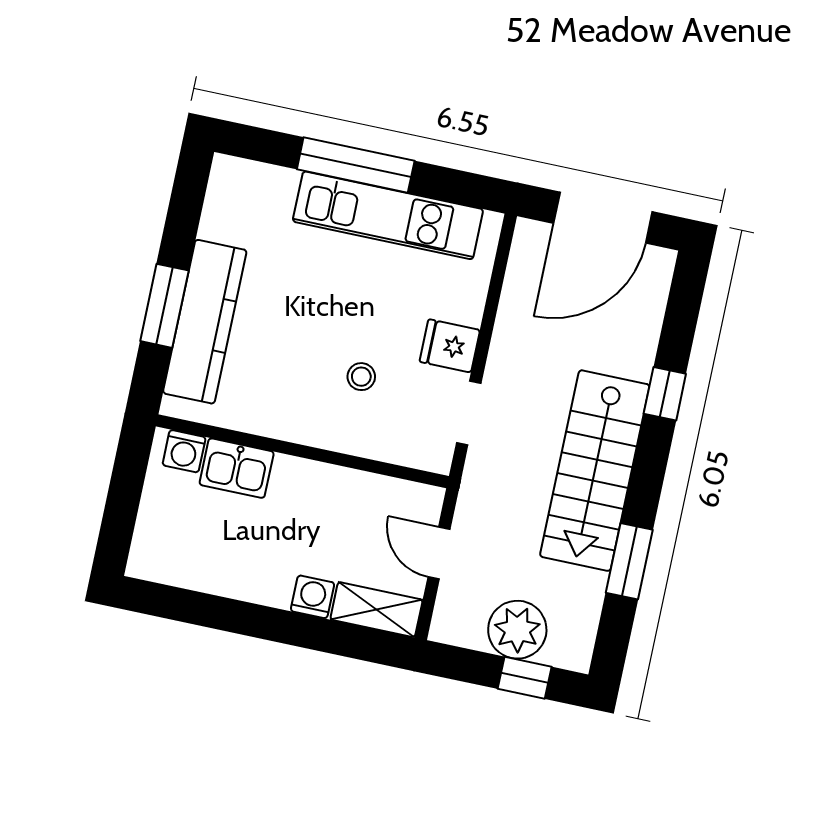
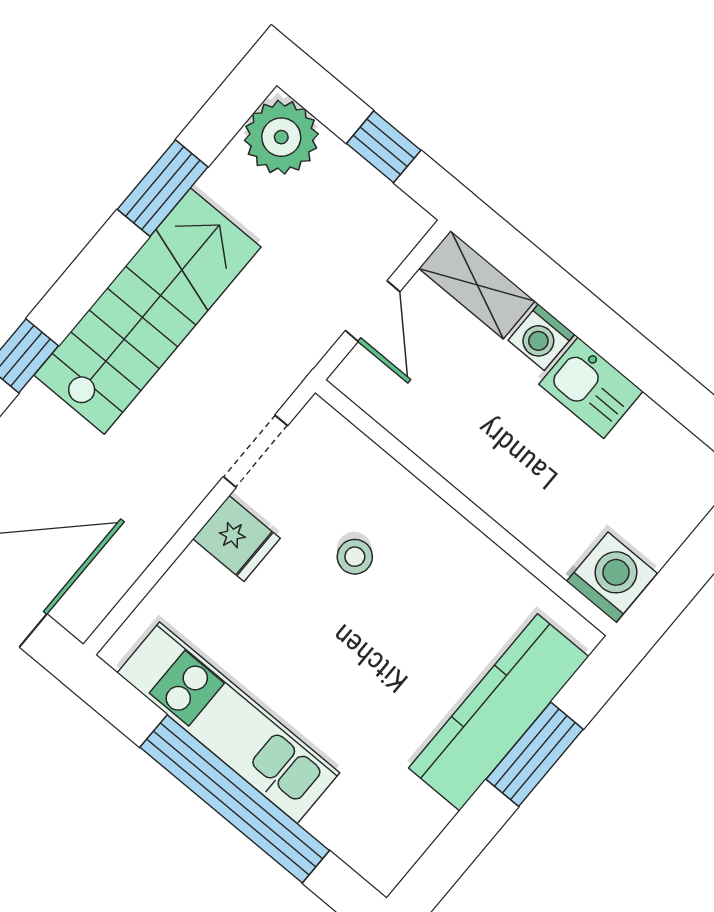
window: (356, 165) -> (235, 799), width x1.46
washing machine: (184, 451) -> (612, 577), width x1.38, depth x1.38
kitchen sink: (237, 468) -> (591, 388), moved, turned 180
plant: (517, 630) -> (281, 137), moved
window: (525, 678) -> (384, 147), moved

